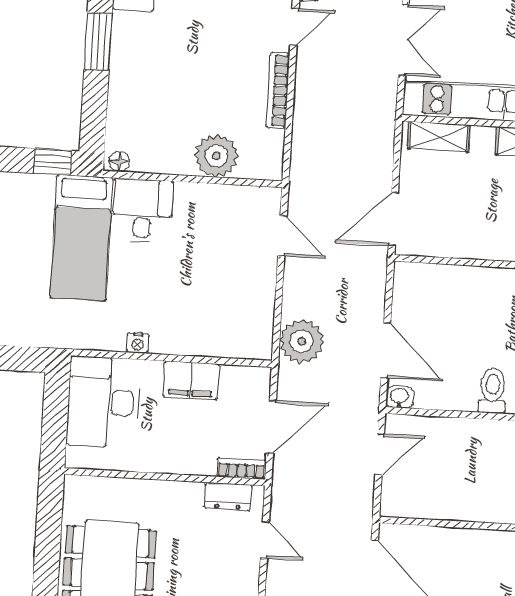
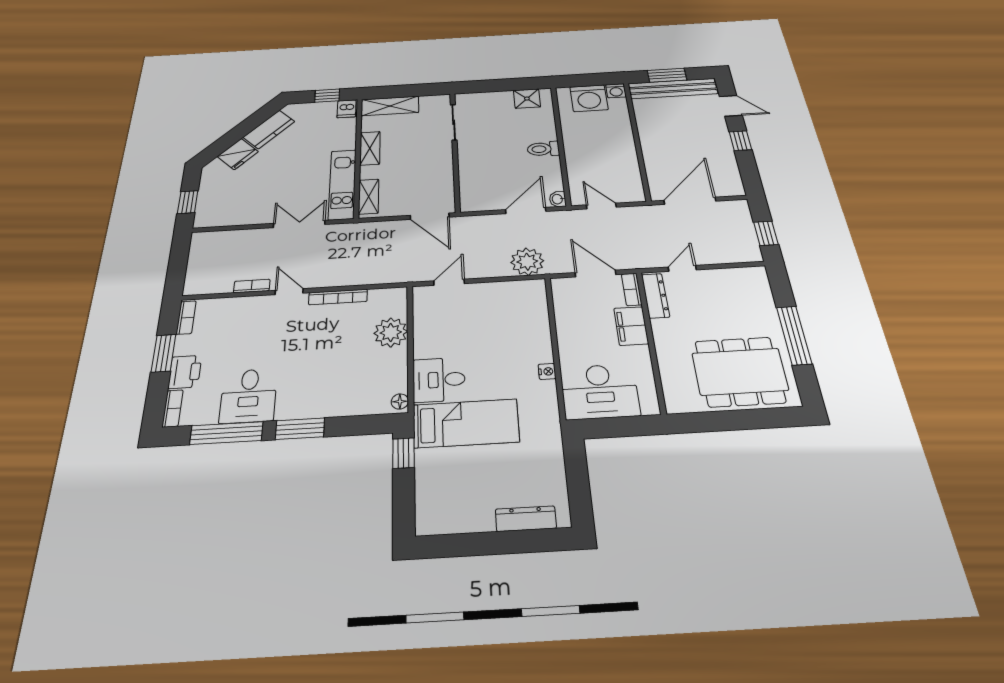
filing cabinet: (191, 380) -> (631, 326), moved, turned 180
dresser: (228, 497) -> (655, 296), width x1.44

